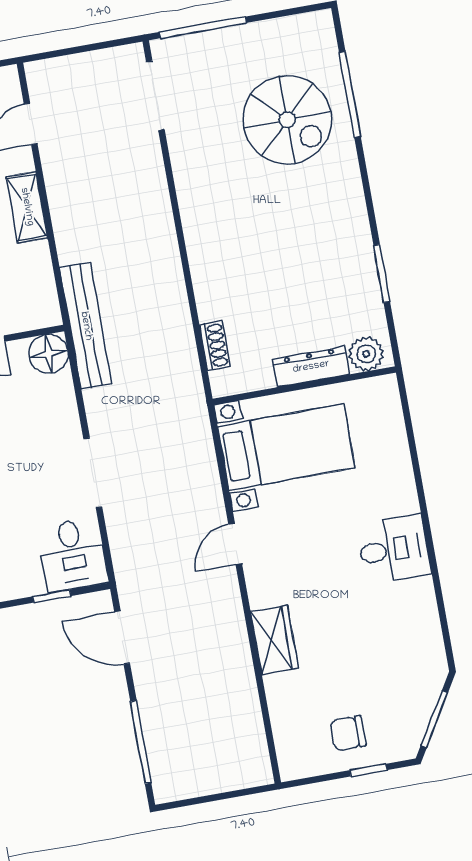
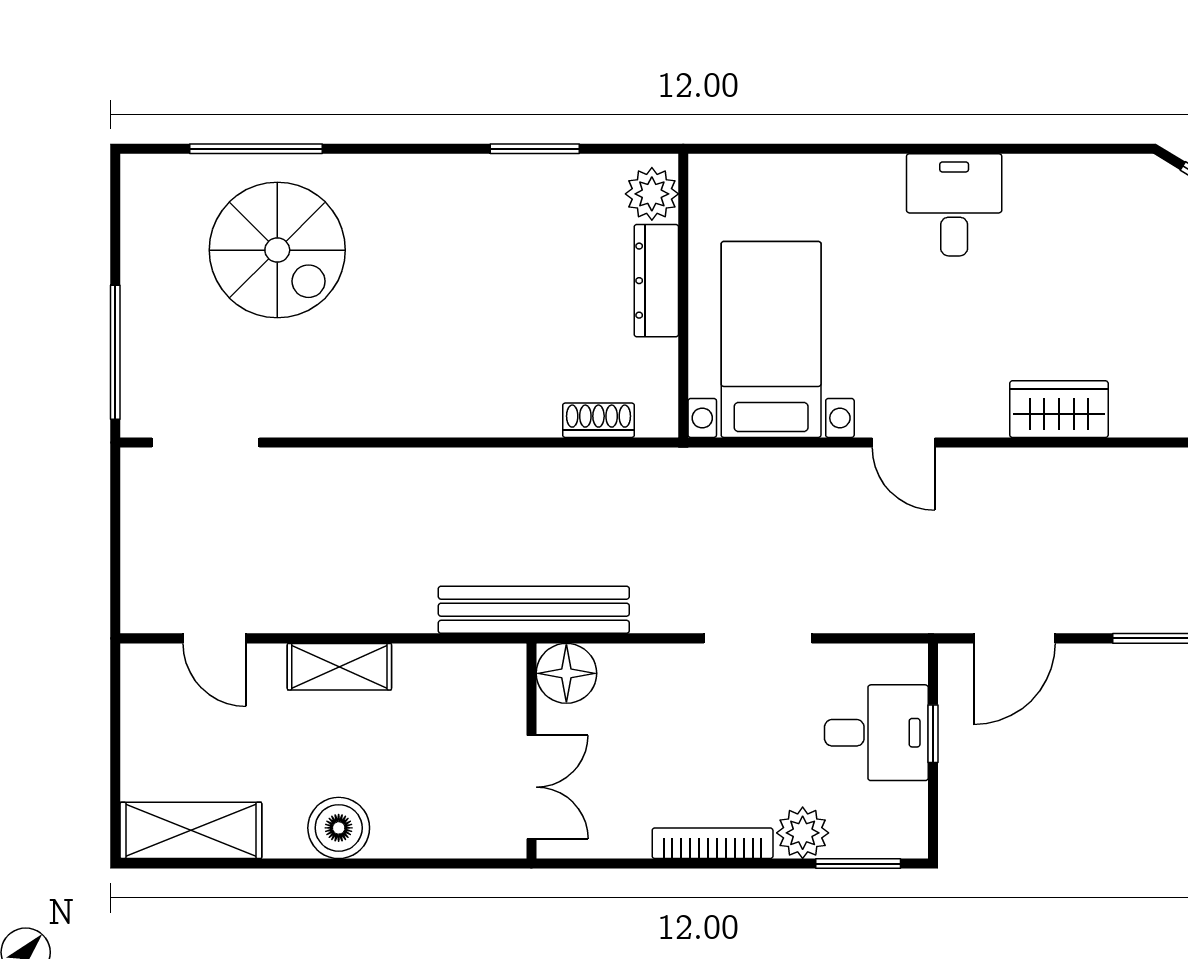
spiral stairs: (287, 120) -> (277, 250), turned 90
desk: (72, 555) -> (876, 733), moved

